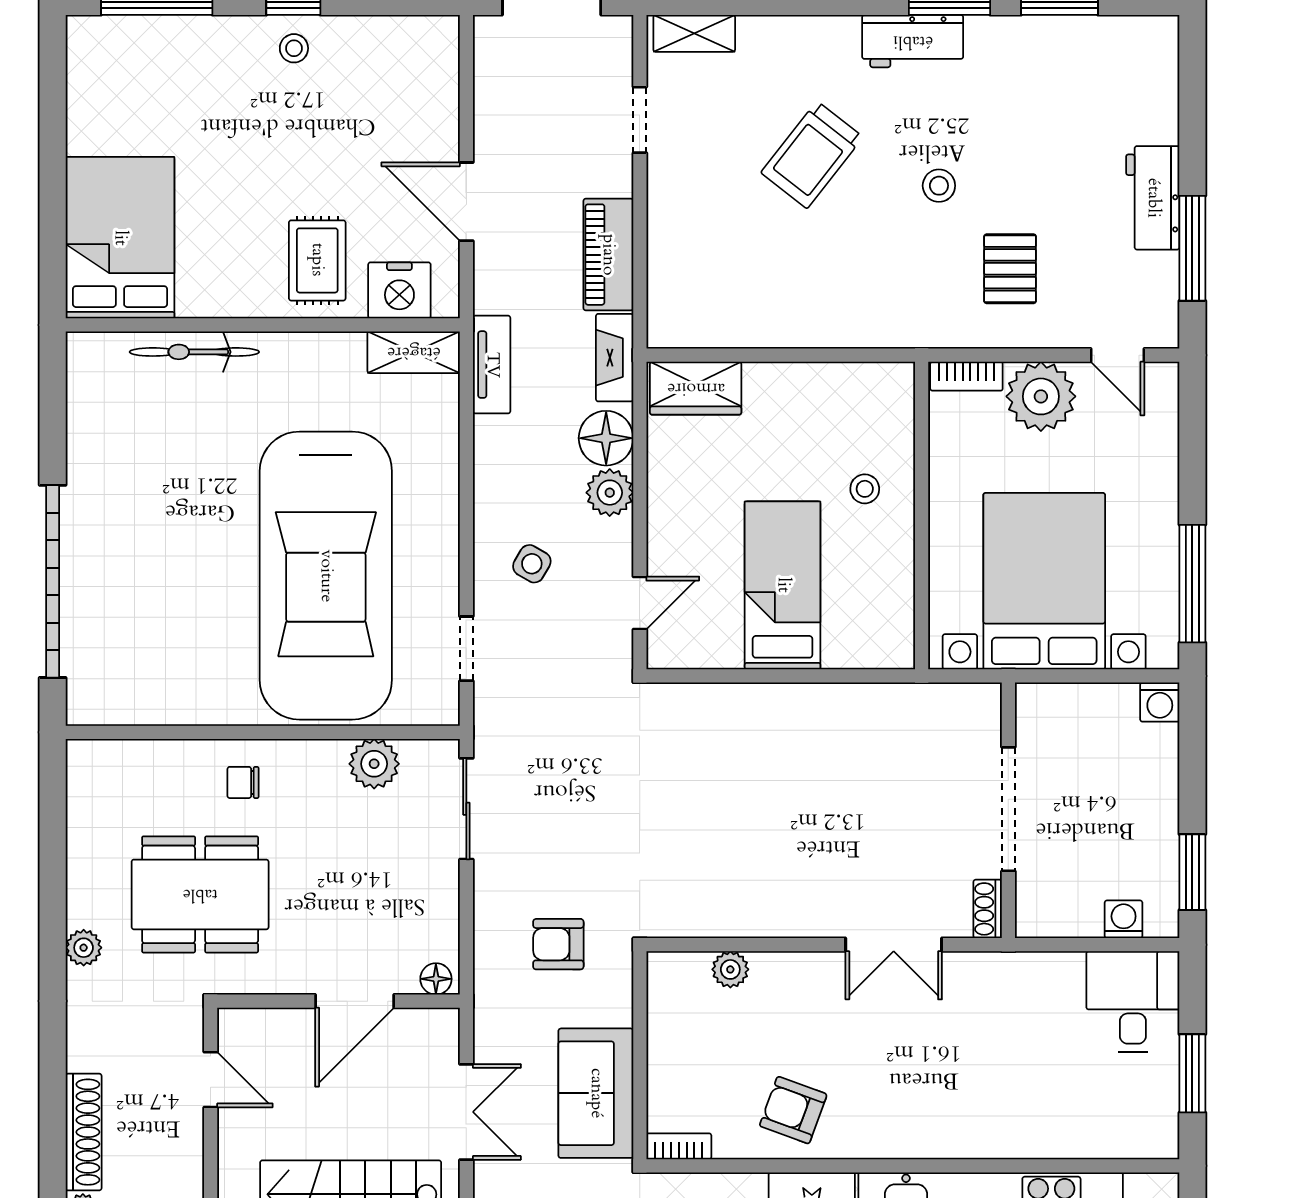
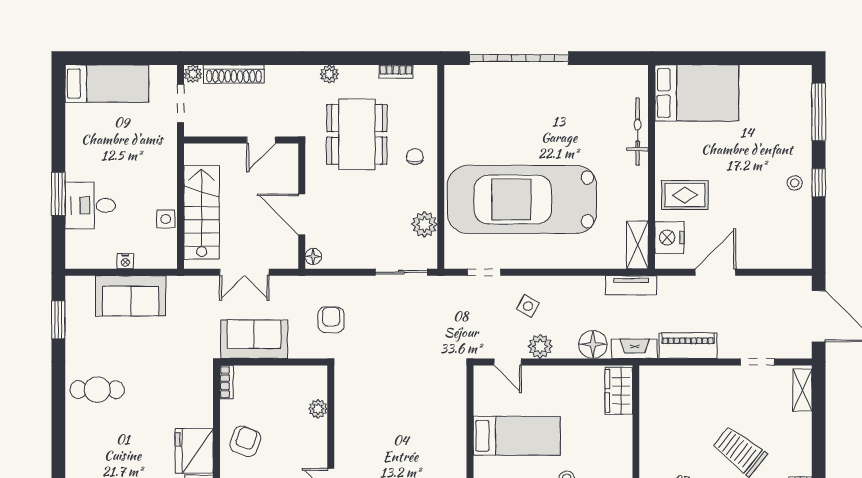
plant: (610, 493) -> (540, 346), moved
bookcase: (79, 819) -> (396, 72), added

